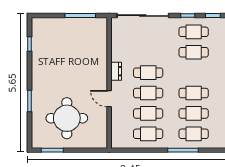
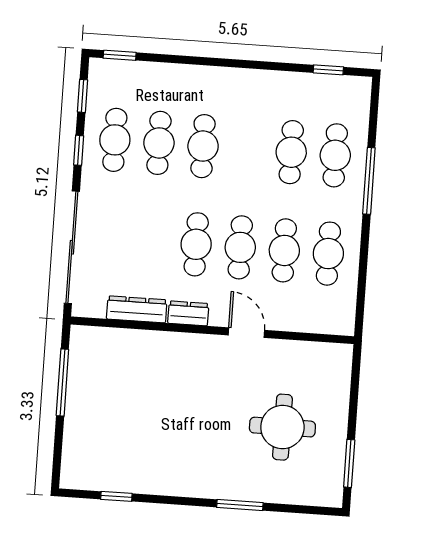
dresser: (116, 47) -> (137, 309), added
cafe table: (194, 93) -> (203, 146), moved
door: (109, 99) -> (246, 333), swing flipped
round table: (67, 118) -> (282, 427), width x0.73, depth x0.73

